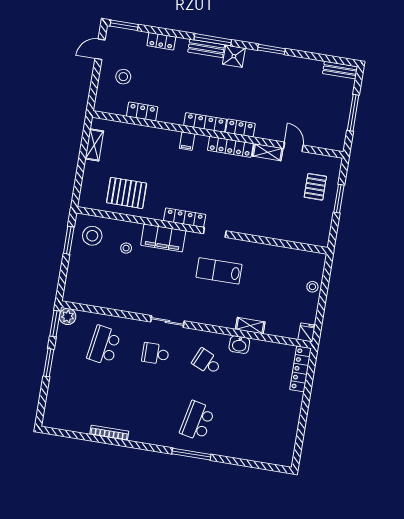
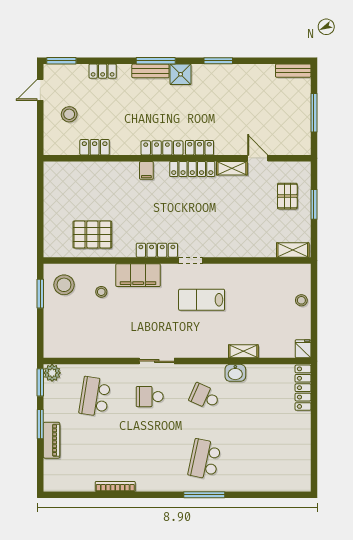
shelving: (94, 145) -> (293, 250), moved, turned 90
piano: (57, 380) -> (52, 440), added

